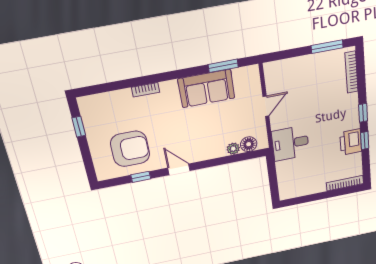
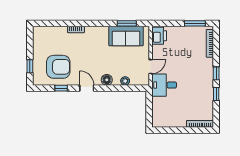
sofa: (206, 88) -> (126, 36), moved
door: (266, 106) -> (151, 67), moved
window: (79, 127) -> (30, 66), moved
printer: (351, 142) -> (159, 36), moved, turned 180
floor lamp: (249, 144) -> (107, 80), moved

